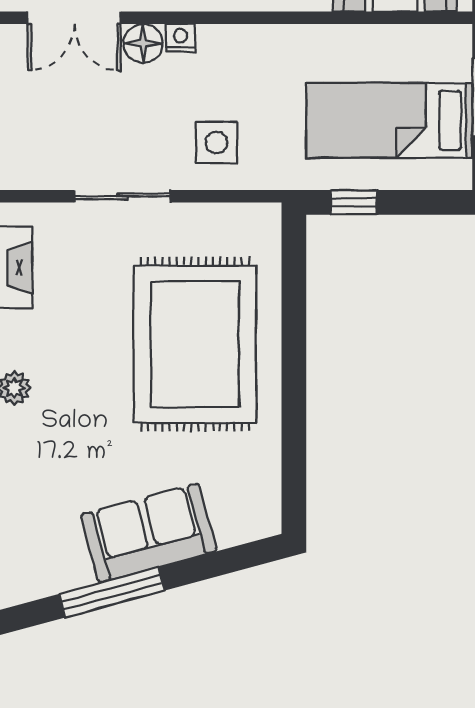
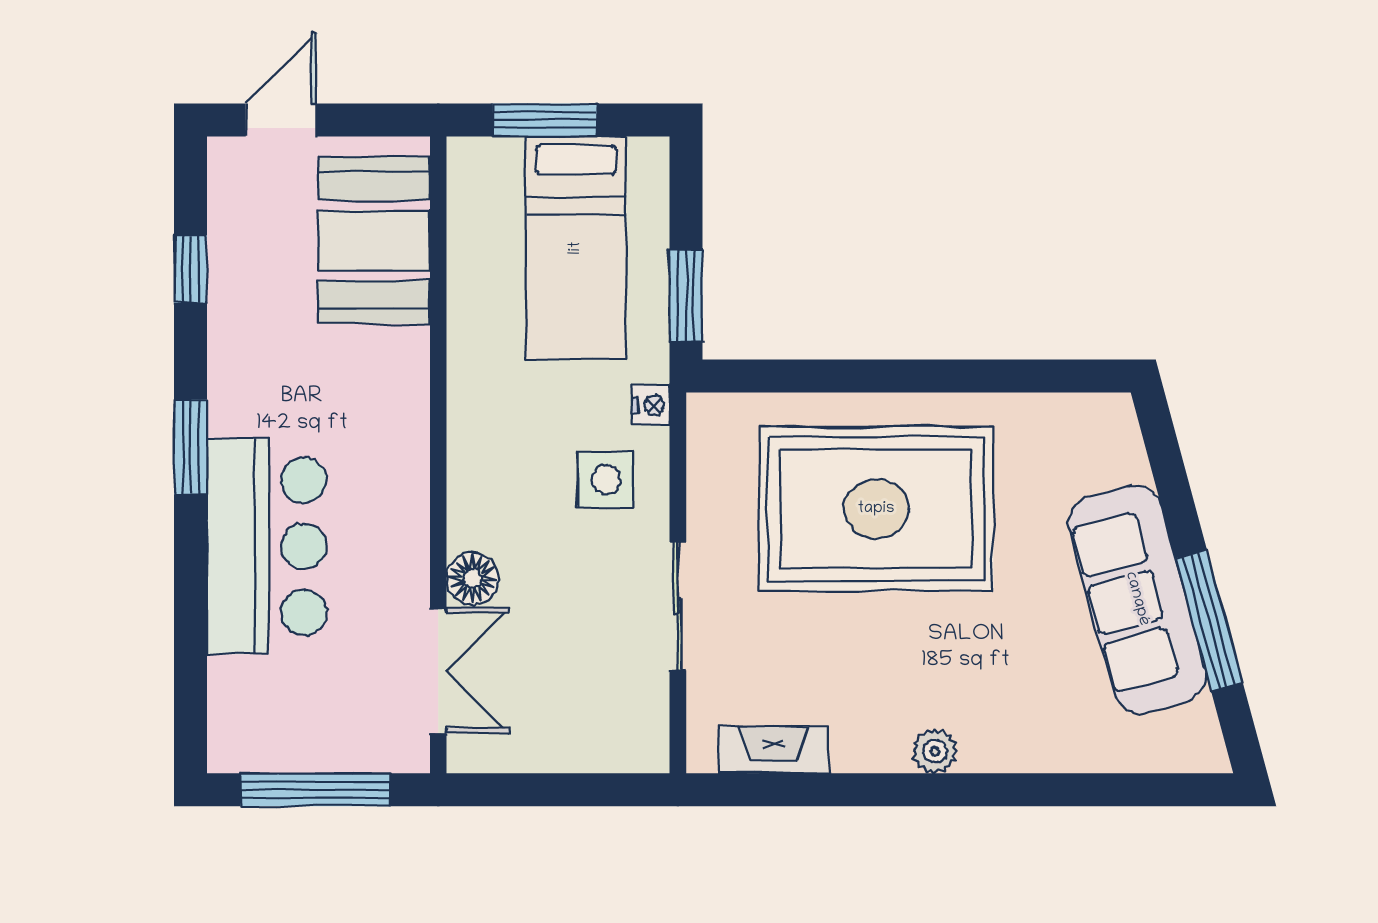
nightstand: (181, 38) -> (651, 405), moved, turned 180
window: (354, 202) -> (686, 295), width x1.50
sofa: (149, 533) -> (1137, 599), width x1.36

